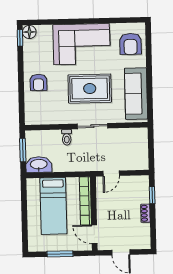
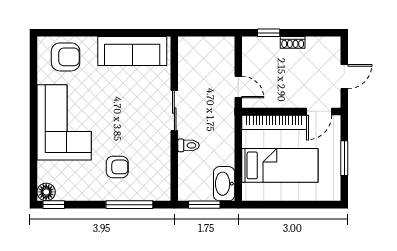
armchair: (38, 82) -> (117, 167), moved
rug: (90, 89) -> (124, 113), removed
window: (21, 94) -> (129, 205), added

